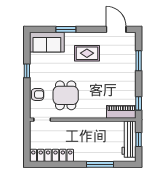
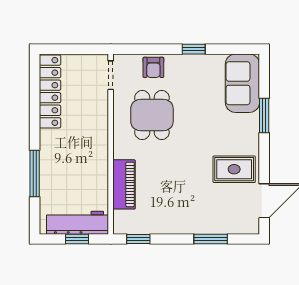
rug: (87, 53) -> (234, 169), moved, turned 90
dining table: (66, 95) -> (152, 115), turned 90
piano: (121, 112) -> (124, 184), moved

